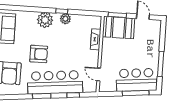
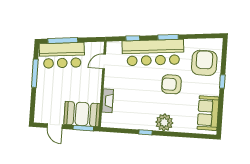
plant: (65, 19) -> (141, 124), removed
door: (99, 74) -> (104, 61), swing flipped

